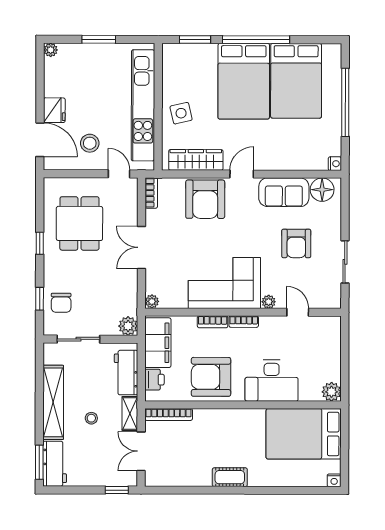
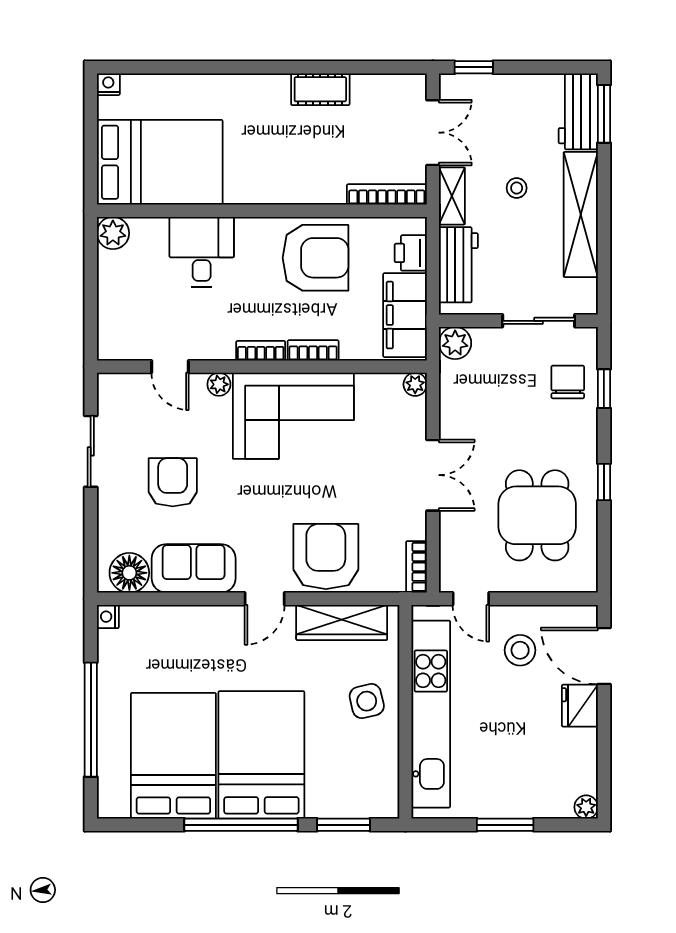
desk: (272, 381) -> (202, 252), width x0.73
cot: (230, 477) -> (320, 89), moved

